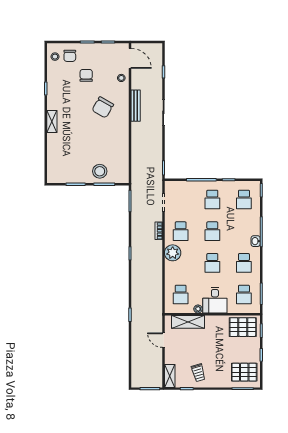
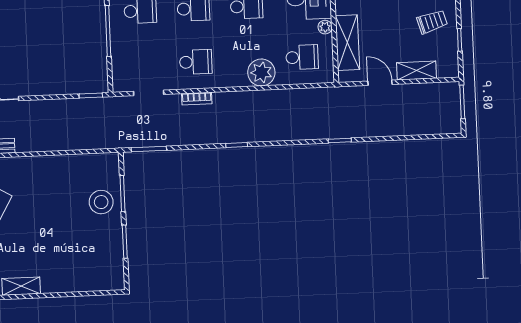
plant: (173, 253) -> (261, 72), moved
door: (163, 340) -> (380, 83), swing flipped
shelving: (170, 376) -> (416, 71), moved

